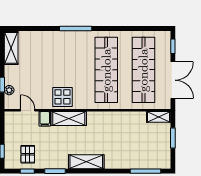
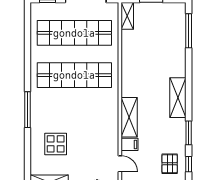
display table: (62, 97) -> (56, 144), moved
door: (28, 110) -> (120, 164), swing flipped
pallet: (28, 154) -> (170, 164), turned 90

